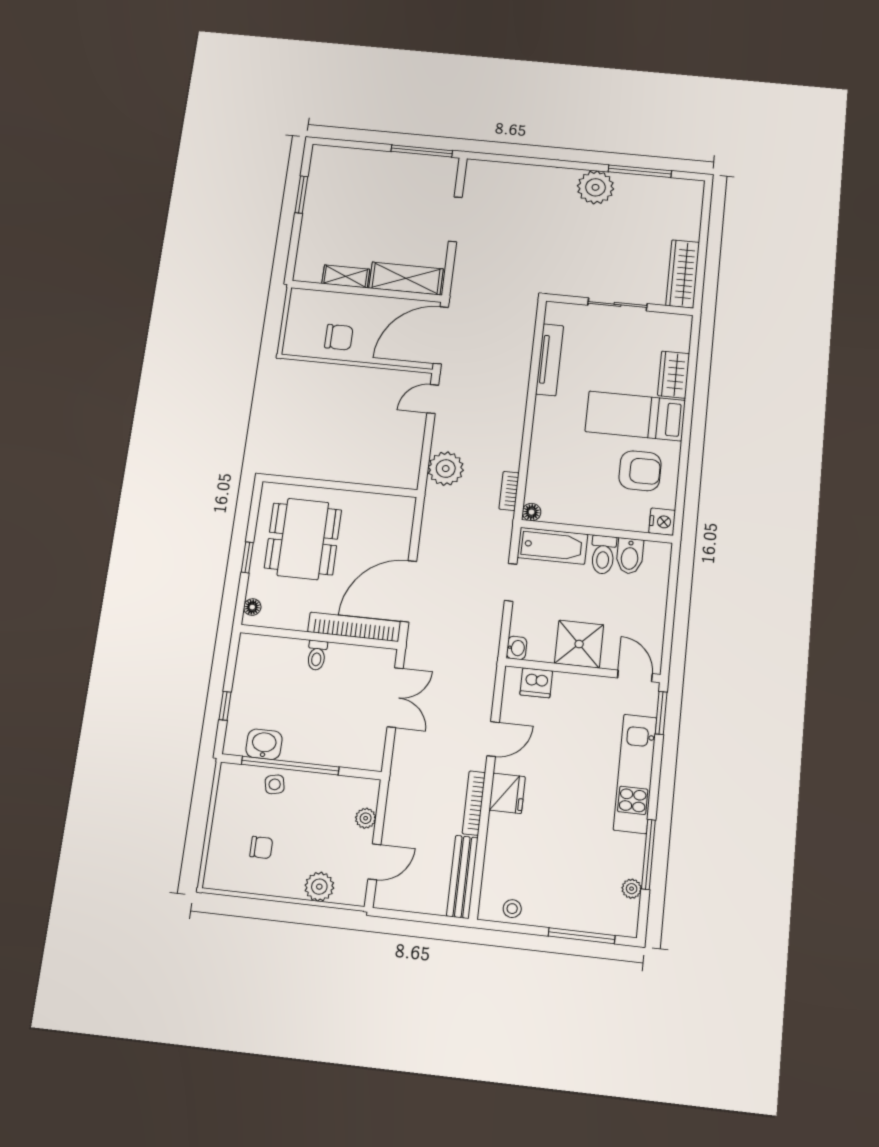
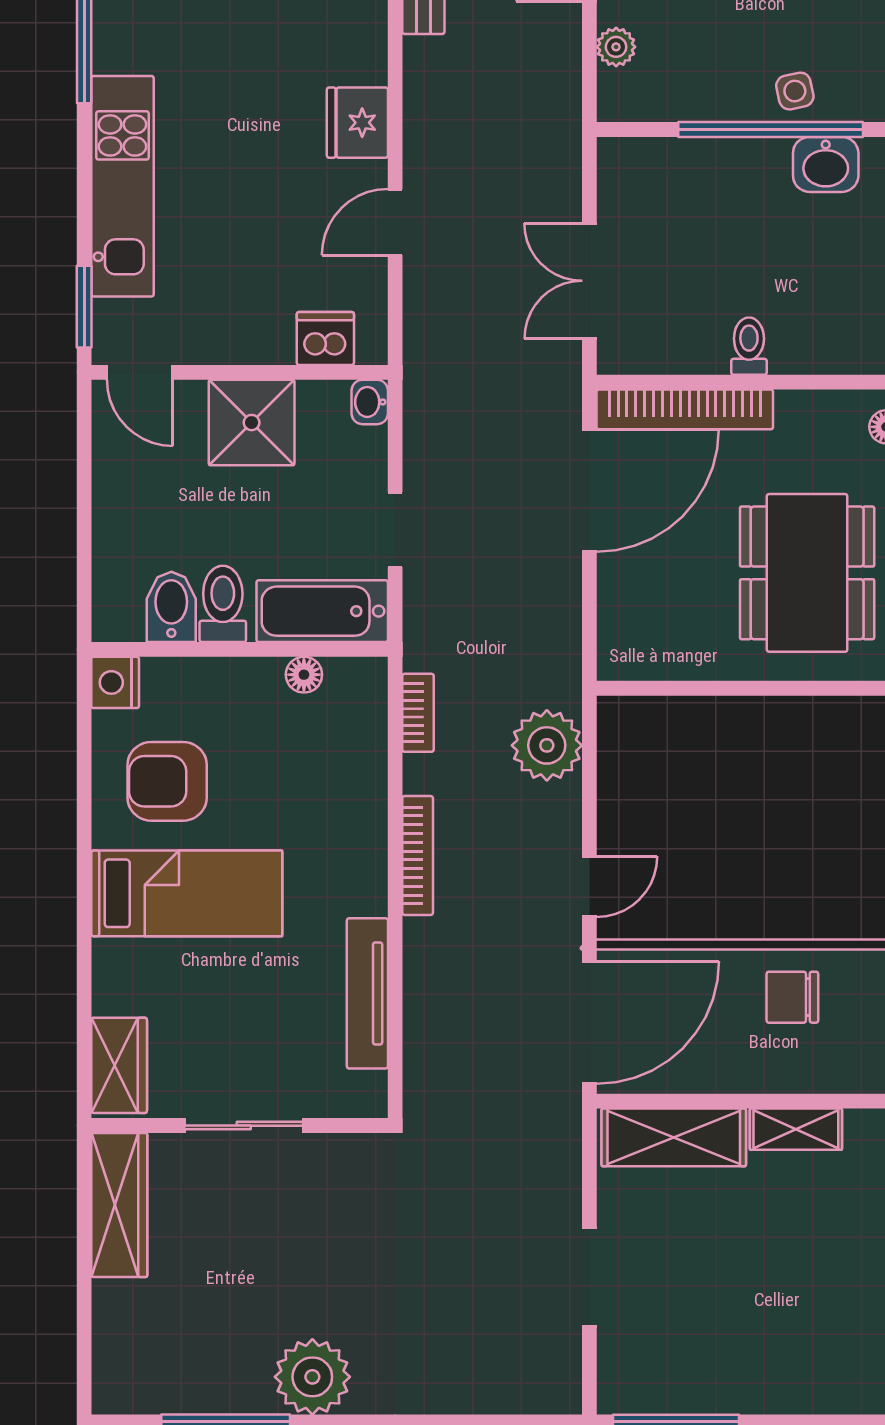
wardrobe: (674, 375) -> (119, 1065), moved
floor lamp: (532, 512) -> (304, 675), moved
bookcase: (474, 803) -> (418, 856), moved

